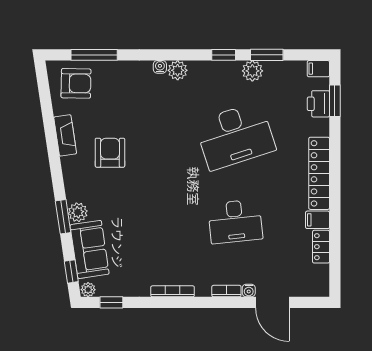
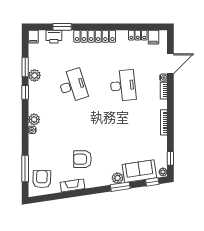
window: (335, 101) -> (62, 27), moved
desk: (235, 136) -> (73, 86), width x0.73, depth x0.77
filing cabinet: (318, 220) -> (154, 37), moved

